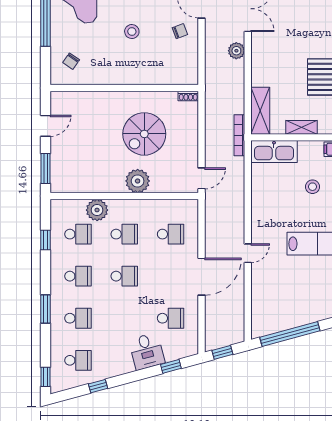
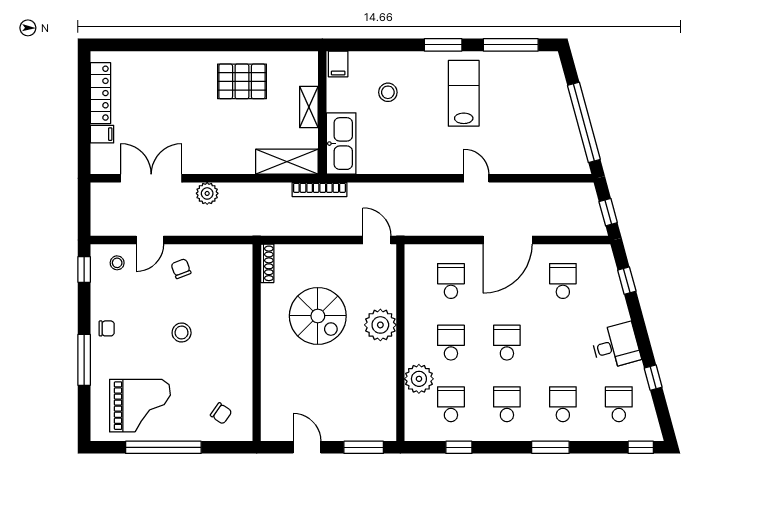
shoe rack: (188, 96) -> (267, 263), width x1.43
door: (201, 277) -> (508, 240), swing flipped
desk: (147, 351) -> (616, 346), moved

